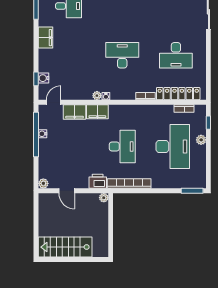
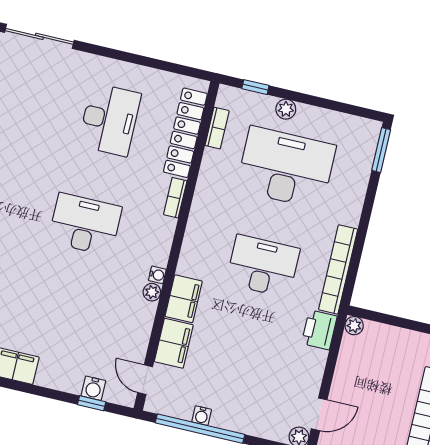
desk: (122, 55) -> (85, 224), turned 90
door: (67, 191) -> (319, 414), moved

